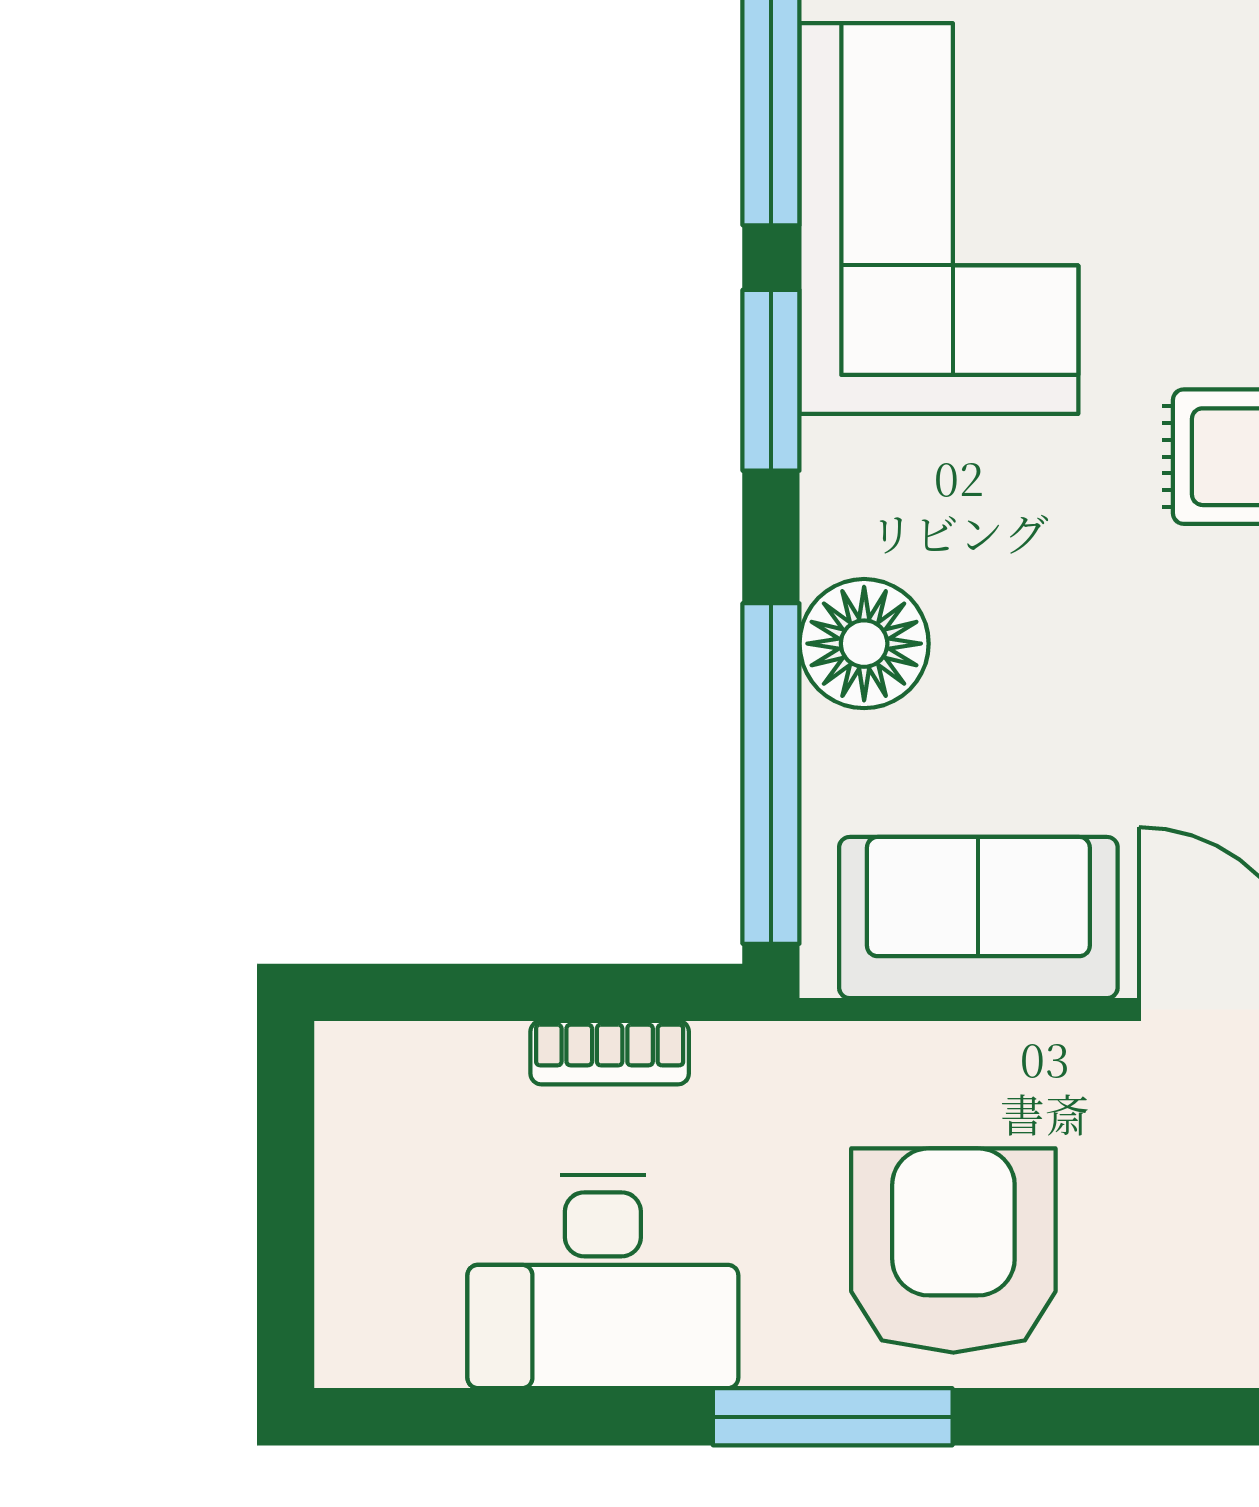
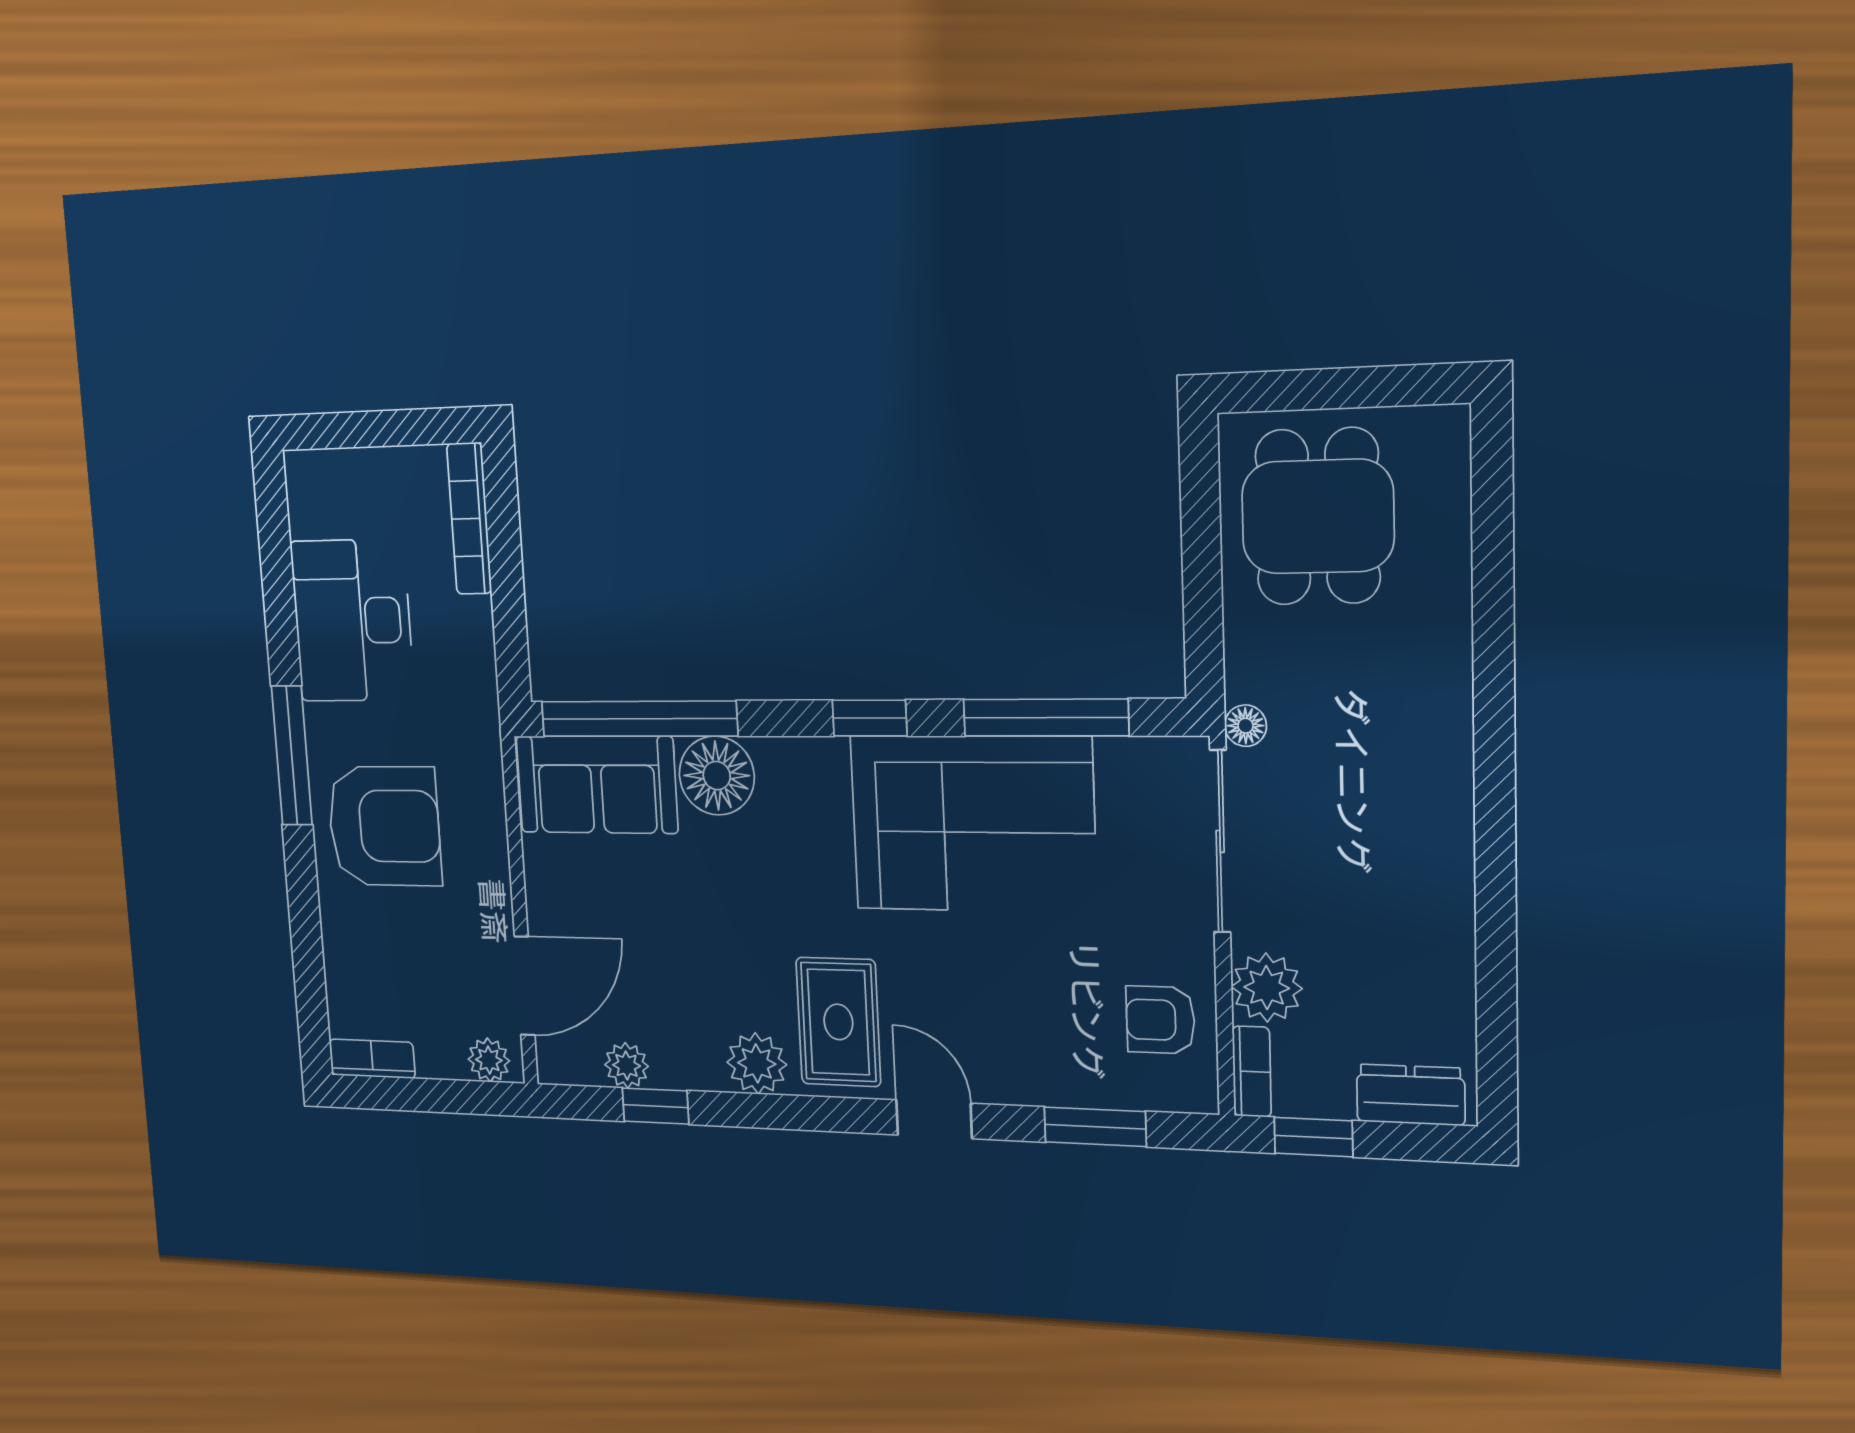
window: (771, 380) -> (870, 718), width x0.67
sofa: (978, 918) -> (597, 785), moved, turned 90
bookcase: (610, 1053) -> (469, 519), moved, width x1.56

